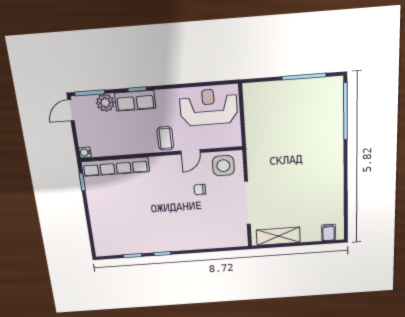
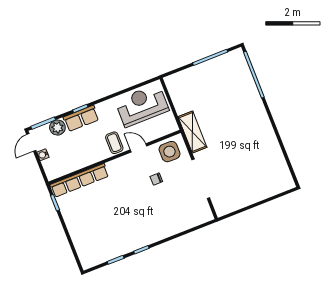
water cooler: (85, 152) -> (43, 155), moved
door: (190, 152) -> (138, 148), swing flipped
filing cabinet: (329, 233) -> (280, 185), removed
shelving: (278, 236) -> (192, 132), moved, turned 90

